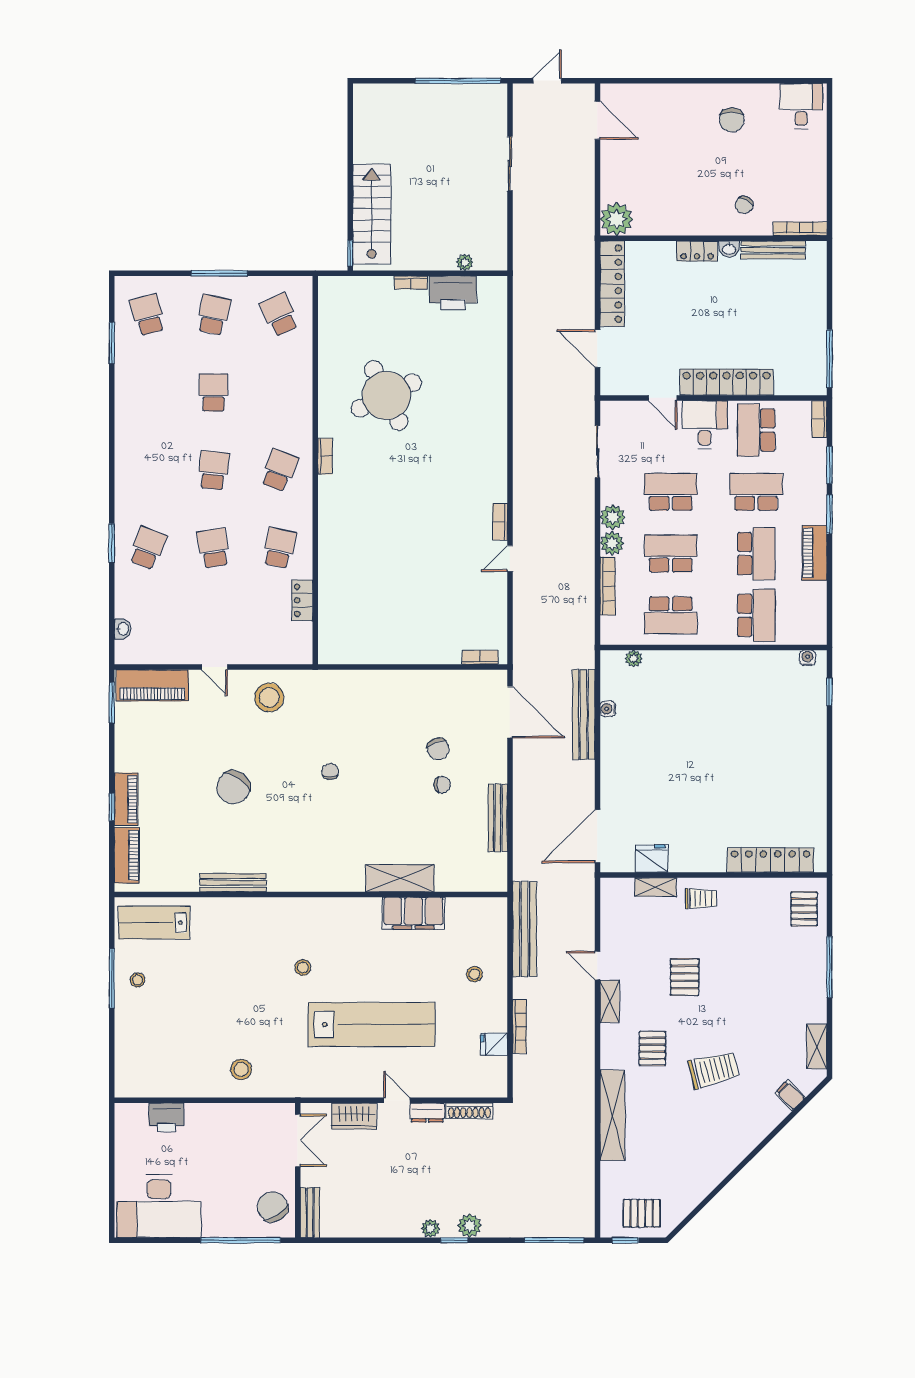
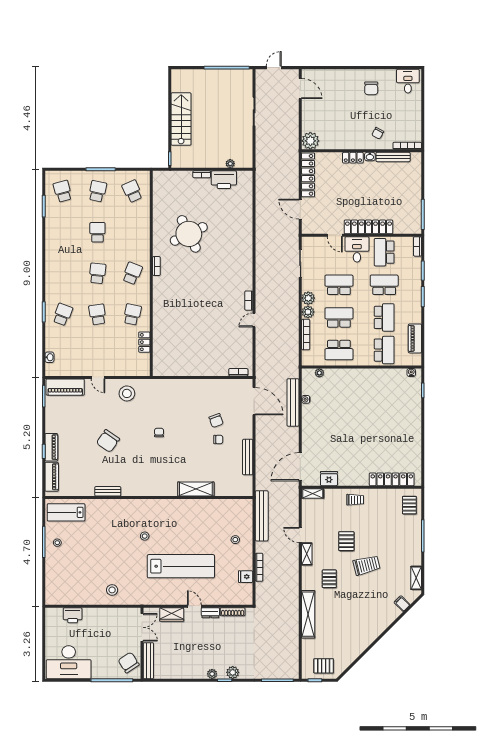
stairs: (372, 214) -> (181, 119), moved
piano: (814, 553) -> (415, 338), moved
bench: (233, 883) -> (108, 491), width x0.73
shelving: (656, 887) -> (313, 494), moved
filing cabinet: (413, 913) -> (203, 507), removed
trolley: (714, 1070) -> (367, 565), moved
bench: (310, 1213) -> (148, 661), width x1.36

